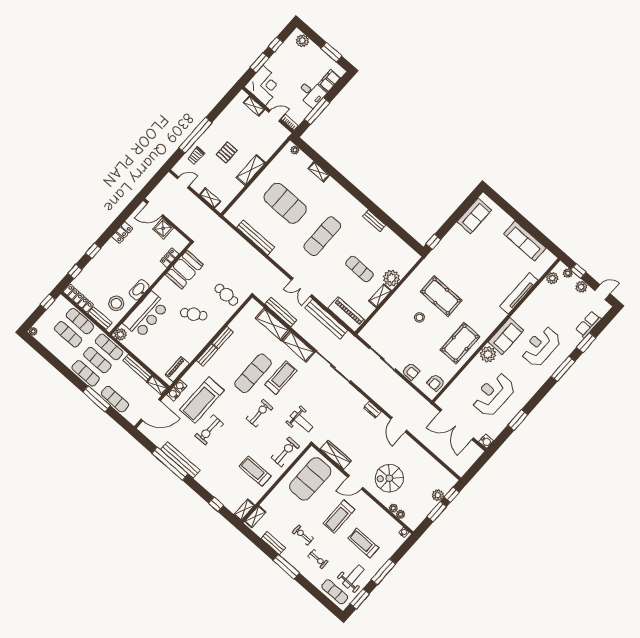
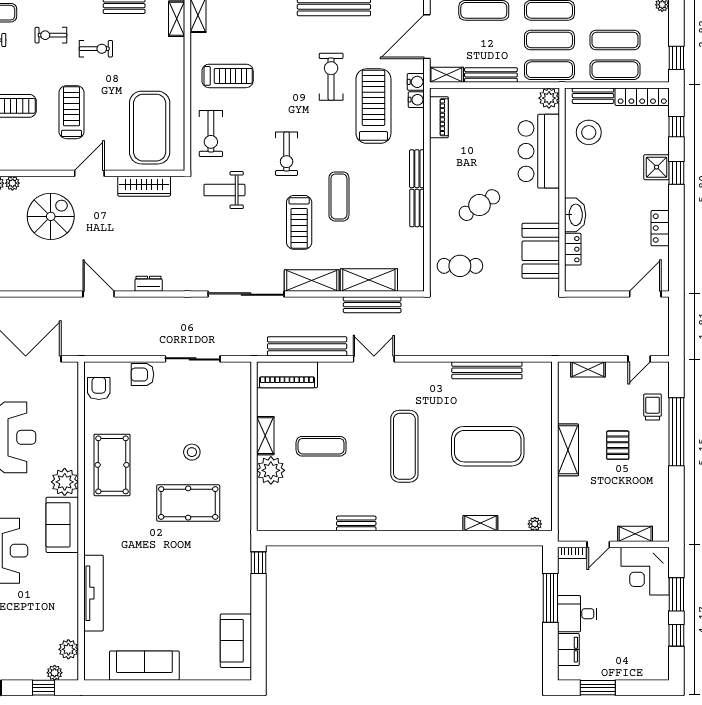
plant: (302, 41) -> (647, 670), removed
shower: (163, 228) -> (657, 167), moved
plant: (581, 287) -> (22, 671), removed
washbasin: (139, 290) -> (575, 215), moved
exercise mat: (253, 373) -> (339, 196), width x0.73, depth x0.69

